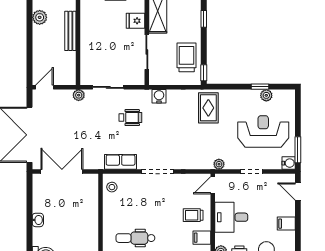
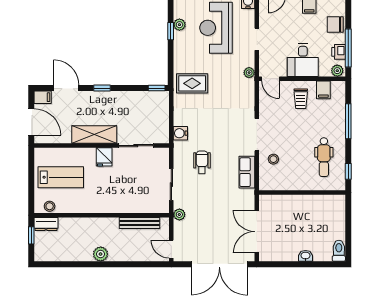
bench: (70, 31) -> (139, 223), moved
trolley: (187, 57) -> (141, 105), removed
stool: (112, 187) -> (273, 159), moved

